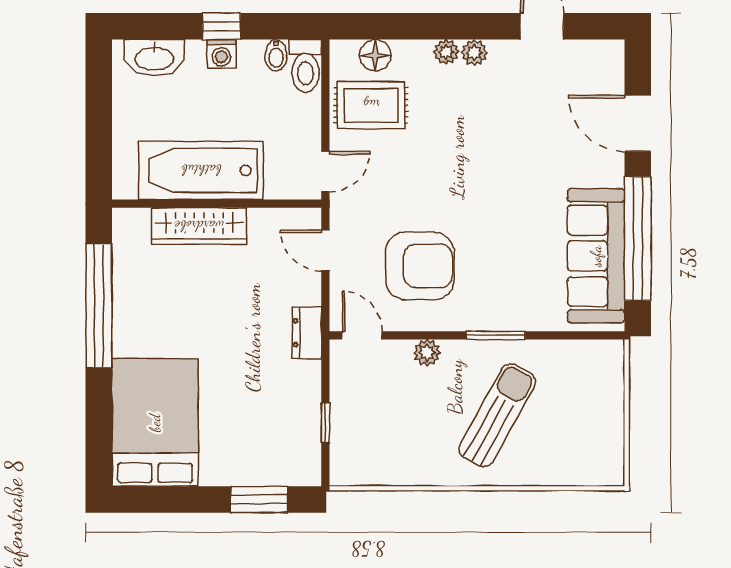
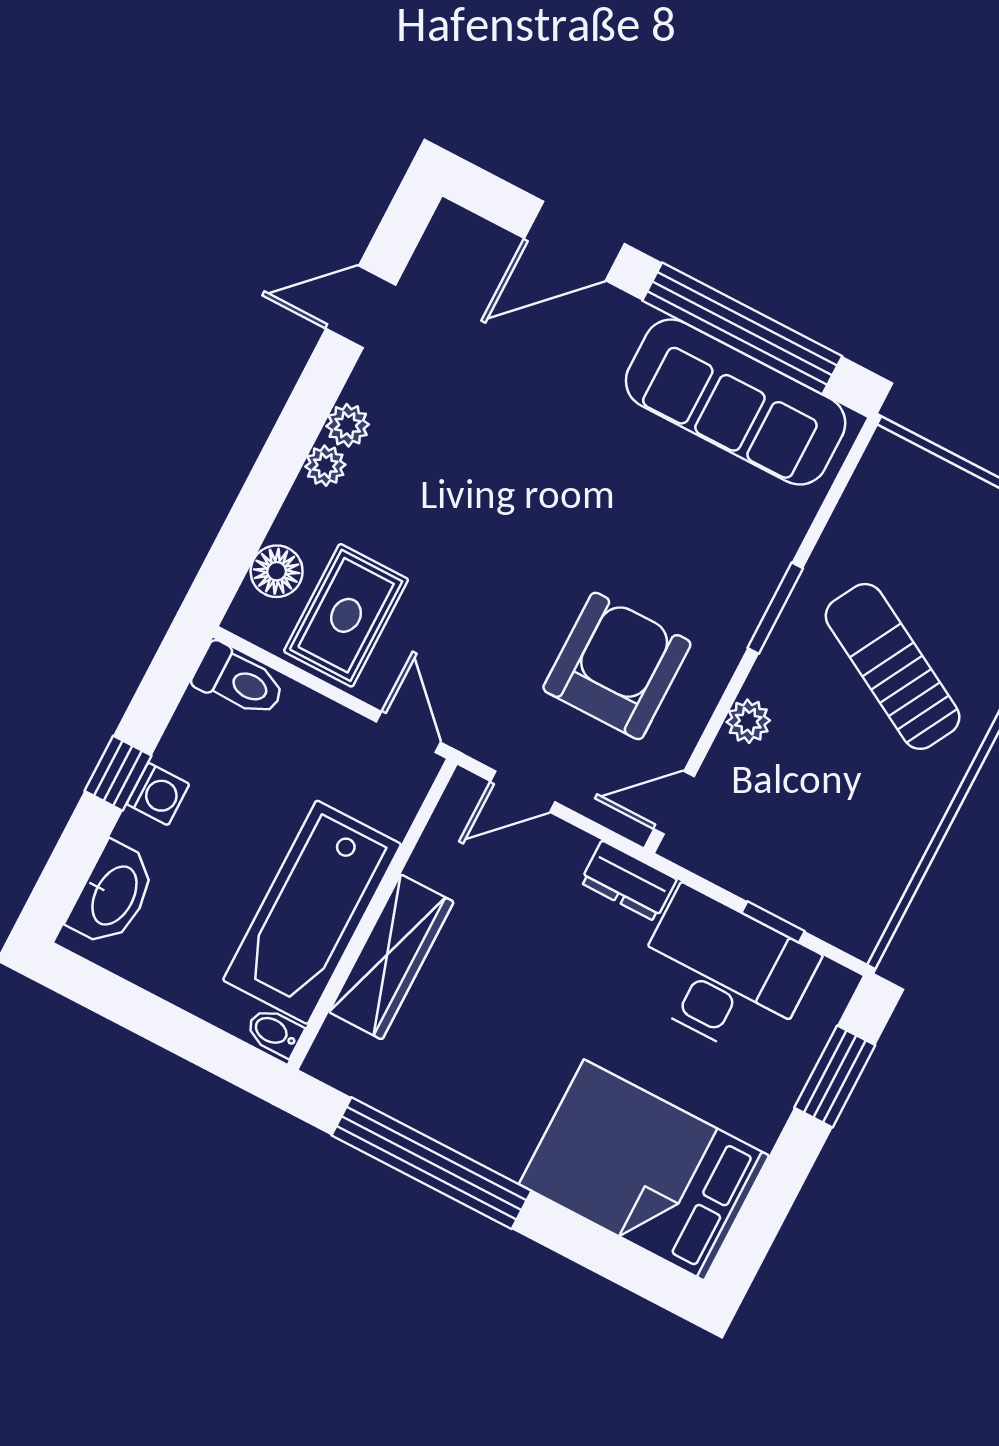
bidet: (276, 55) -> (274, 1032), moved, turned 180
desk: (283, 410) -> (723, 974), added

